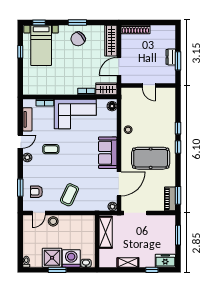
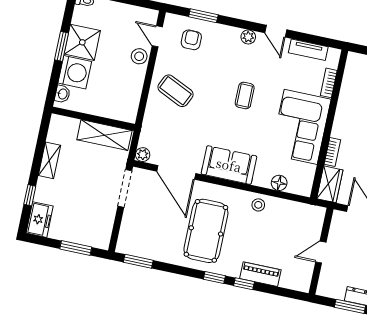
floor lamp: (112, 106) -> (279, 183), moved
coffee table: (51, 149) -> (245, 95), moved
piano: (170, 199) -> (260, 274), moved

